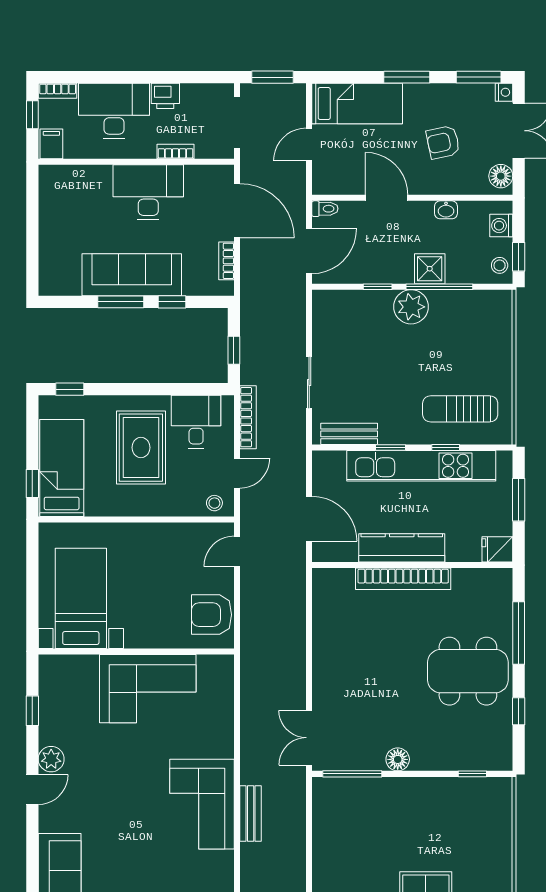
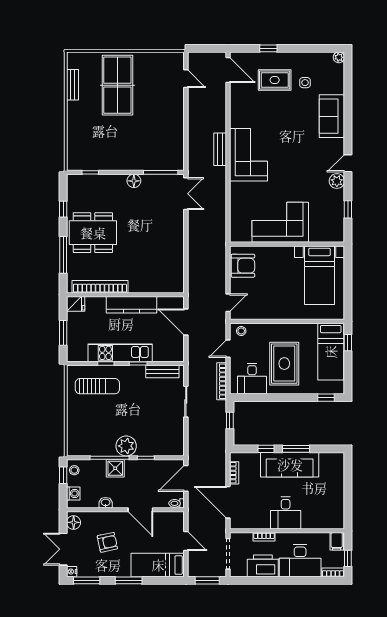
printer: (165, 96) -> (263, 566), width x1.87, depth x1.48
door: (309, 145) -> (186, 541), hinge flipped
desk: (148, 192) -> (286, 513), width x0.73
kitchen unit: (421, 466) -> (120, 353), width x0.73
bookcase: (403, 579) -> (100, 287), moved

